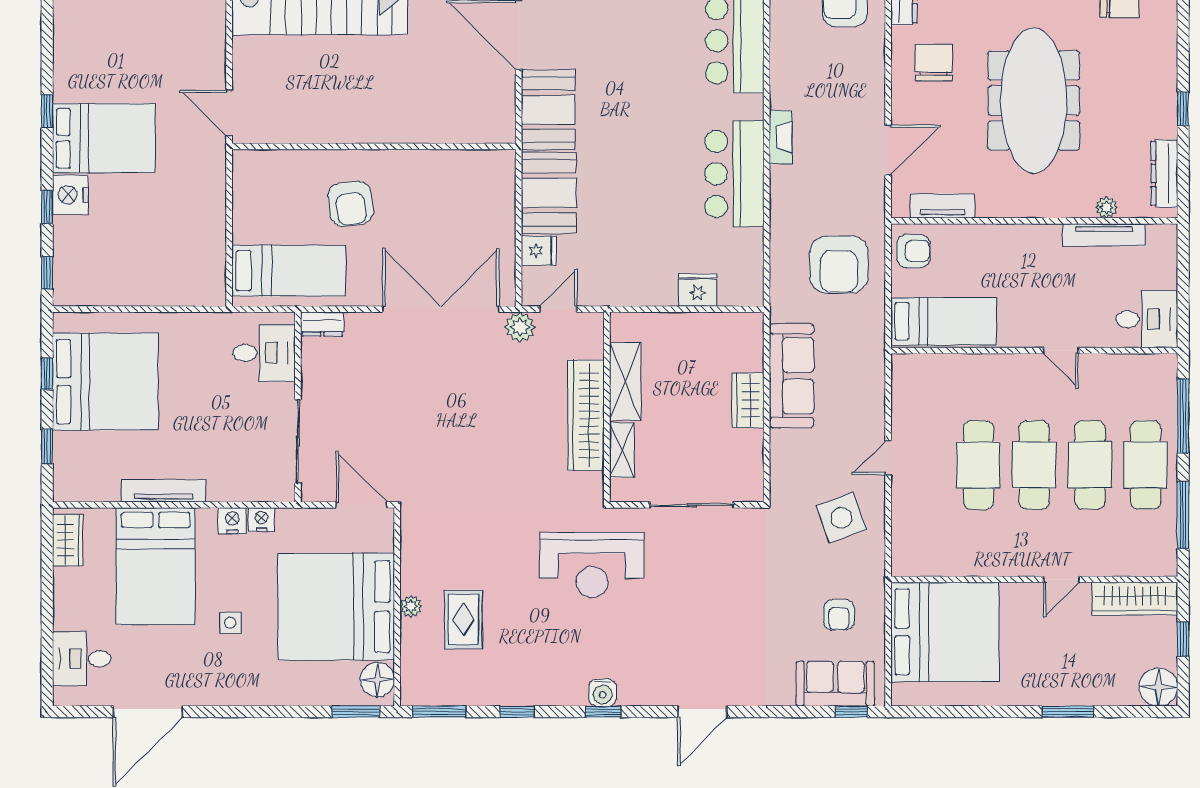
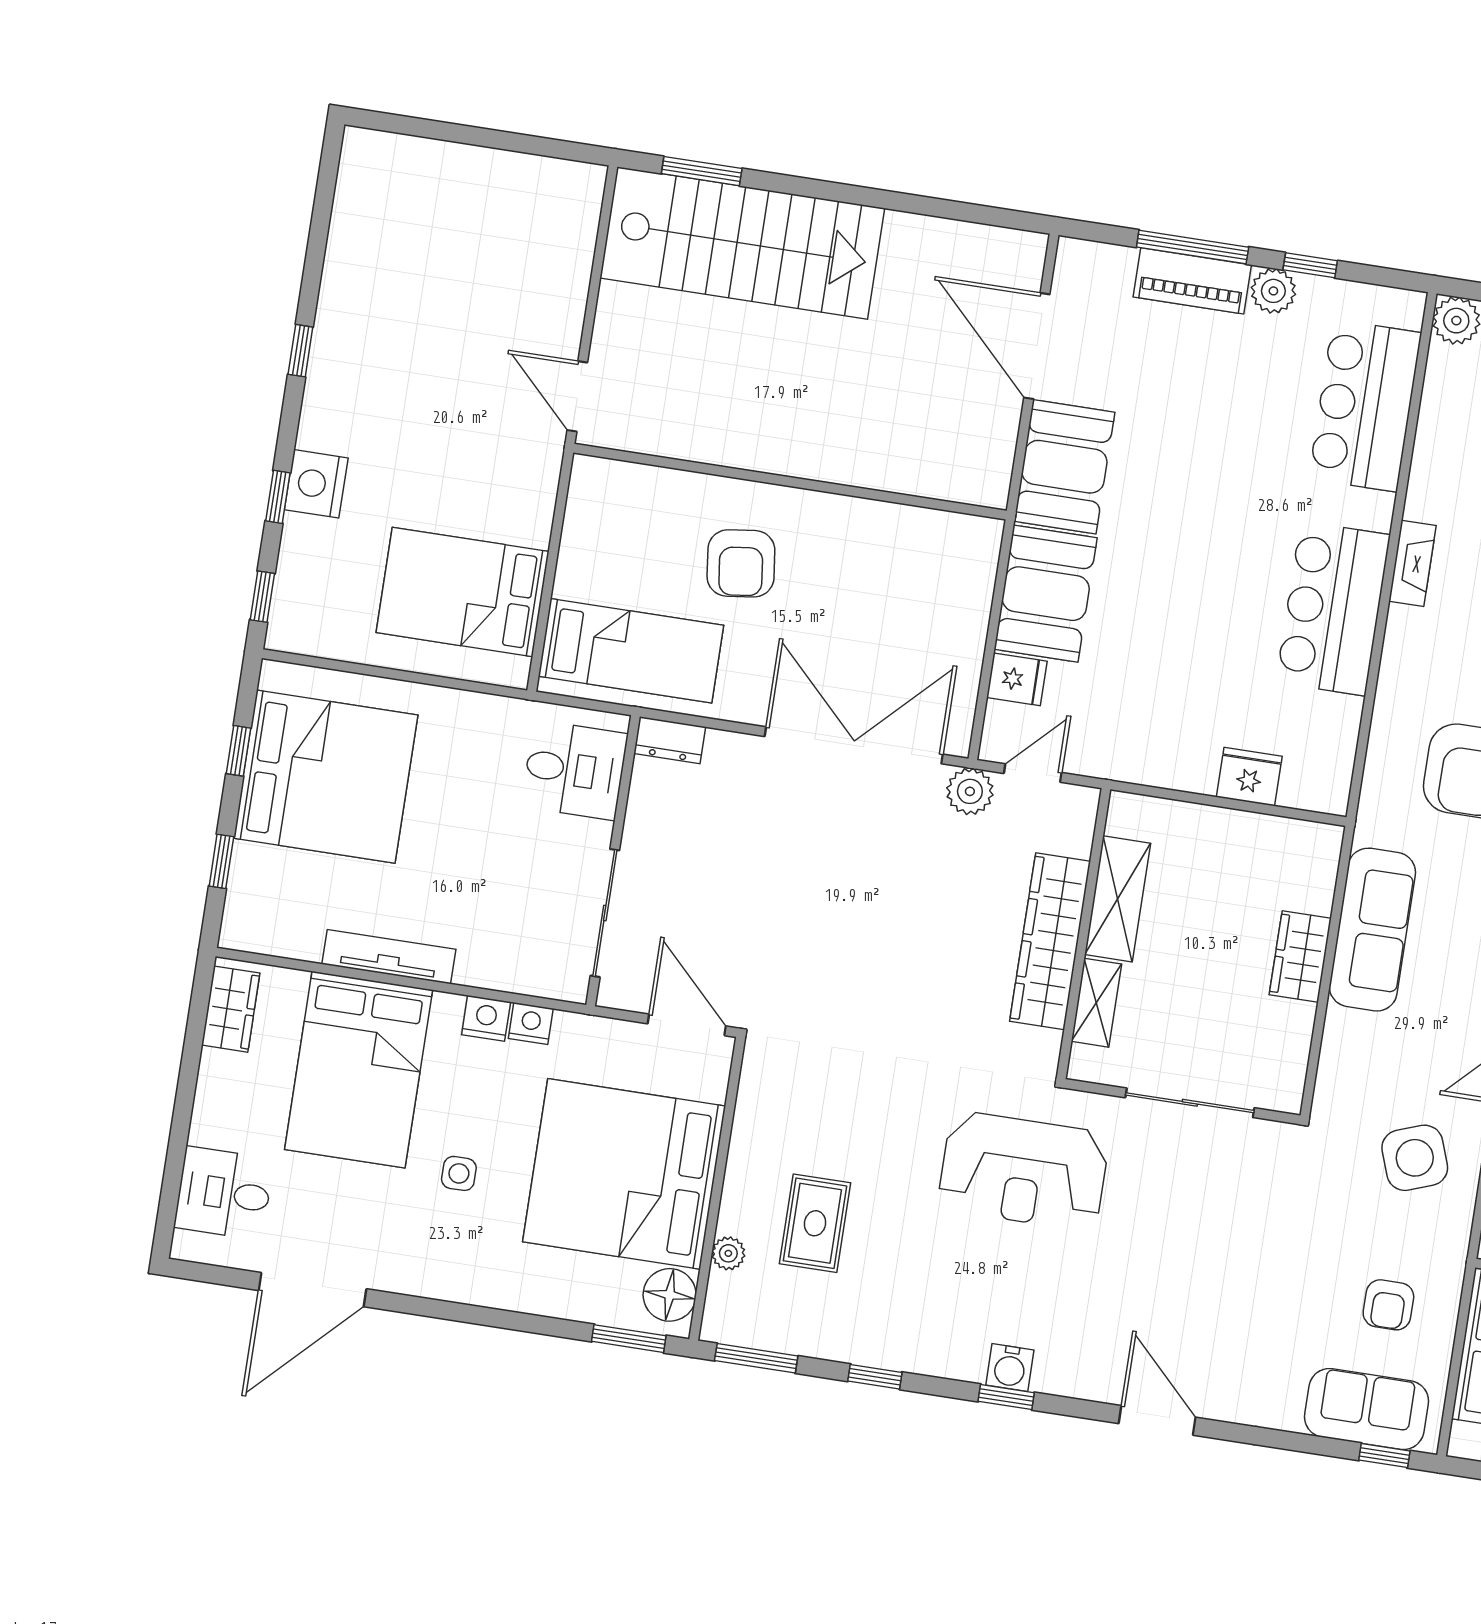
bed: (104, 138) -> (463, 592), moved, turned 180
plant: (411, 606) -> (728, 1253), moved
door: (702, 712) -> (1157, 1420), swing flipped

